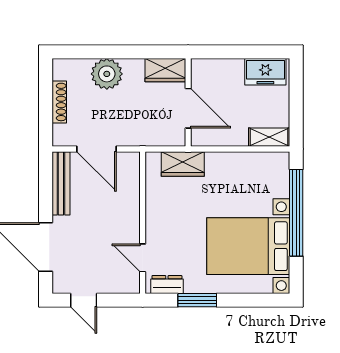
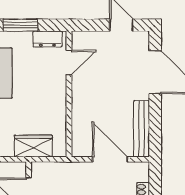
door: (143, 258) -> (69, 63), hinge flipped

